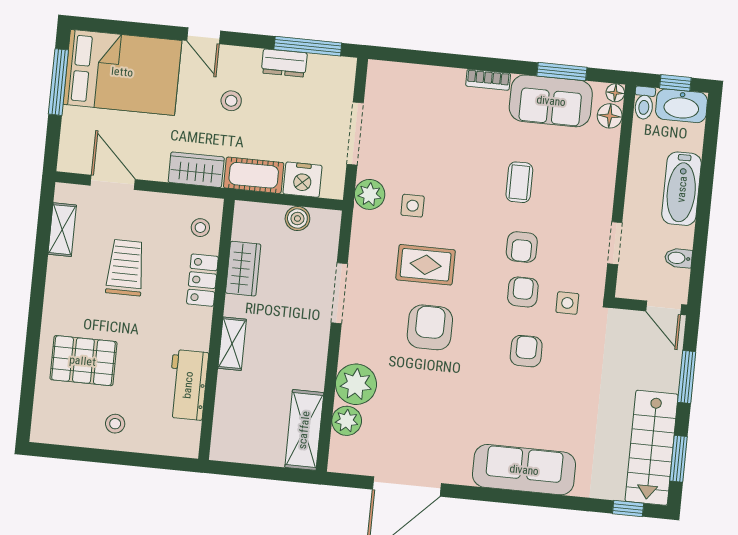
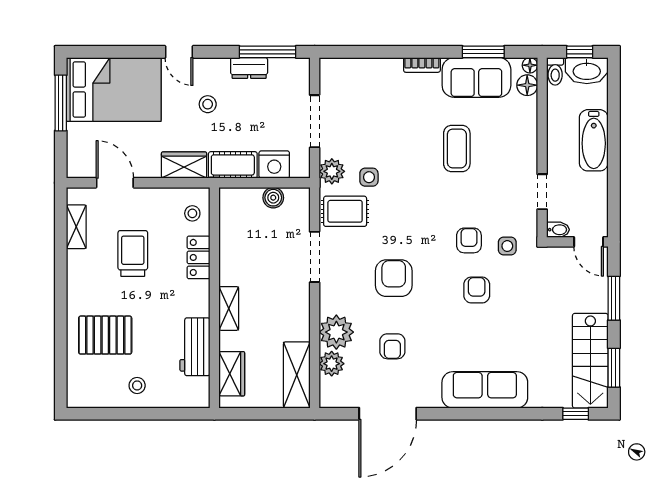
coffee table: (519, 182) -> (457, 148), width x1.36, depth x1.30
armchair: (522, 247) -> (392, 346), moved
bidet: (678, 258) -> (558, 230), moved, turned 180
rug: (426, 265) -> (345, 211), moved
wardrobe: (243, 269) -> (232, 374), moved

